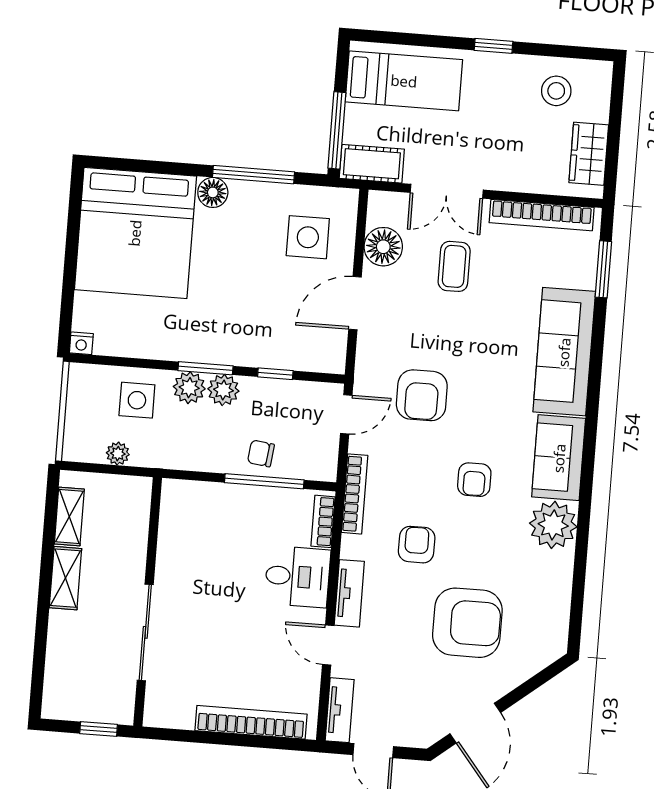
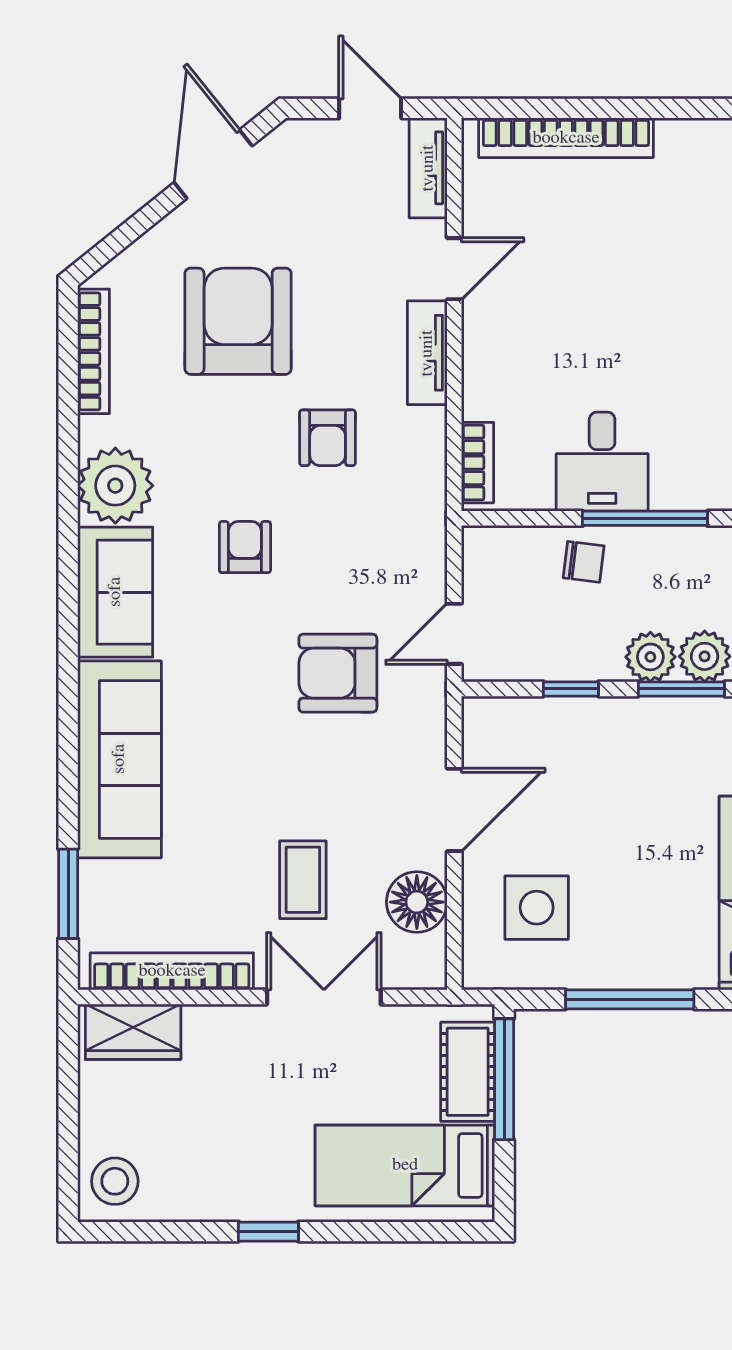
stool: (556, 91) -> (115, 1181), moved
wardrobe: (589, 154) -> (133, 1032), moved, turned 90
cot: (372, 164) -> (468, 1072), moved, turned 90
floor lamp: (213, 192) -> (692, 966), removed
armchair: (422, 395) -> (338, 673), turned -90
window: (264, 481) -> (645, 518), moved
bookcase: (355, 494) -> (93, 351), moved, turned 180
desk: (297, 577) -> (602, 462), moved, turned -90
armchair: (467, 623) -> (238, 321), turned 90
door: (328, 645) -> (454, 269), hinge flipped

